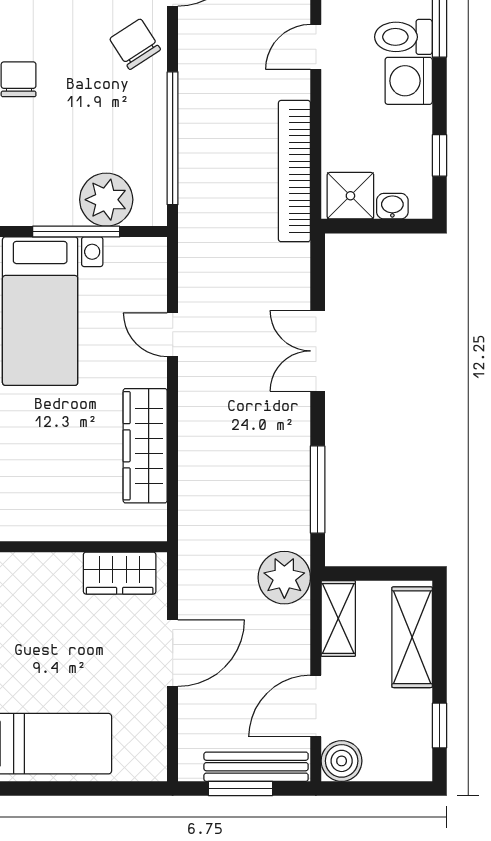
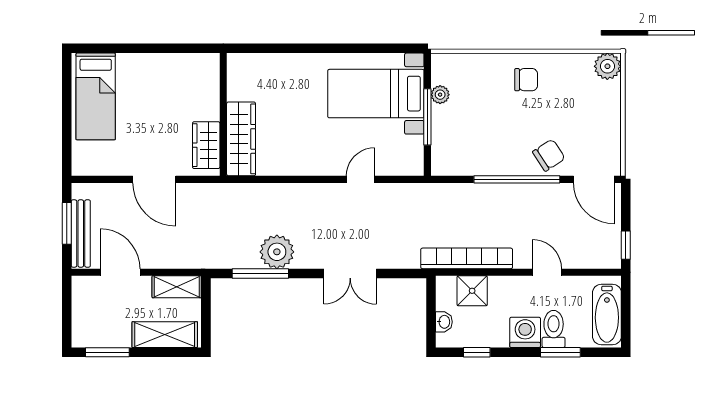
window: (173, 138) -> (517, 179), moved
shower: (350, 196) -> (472, 291), moved
plant: (106, 200) -> (440, 95), moved, width x0.53, depth x0.53
double door: (318, 351) -> (350, 273), swing flipped
wardrobe: (145, 446) -> (241, 139), moved, turned 90
plant: (284, 578) -> (277, 252), moved
window: (439, 726) -> (107, 352), width x1.50
boiler: (342, 761) -> (84, 289), removed

